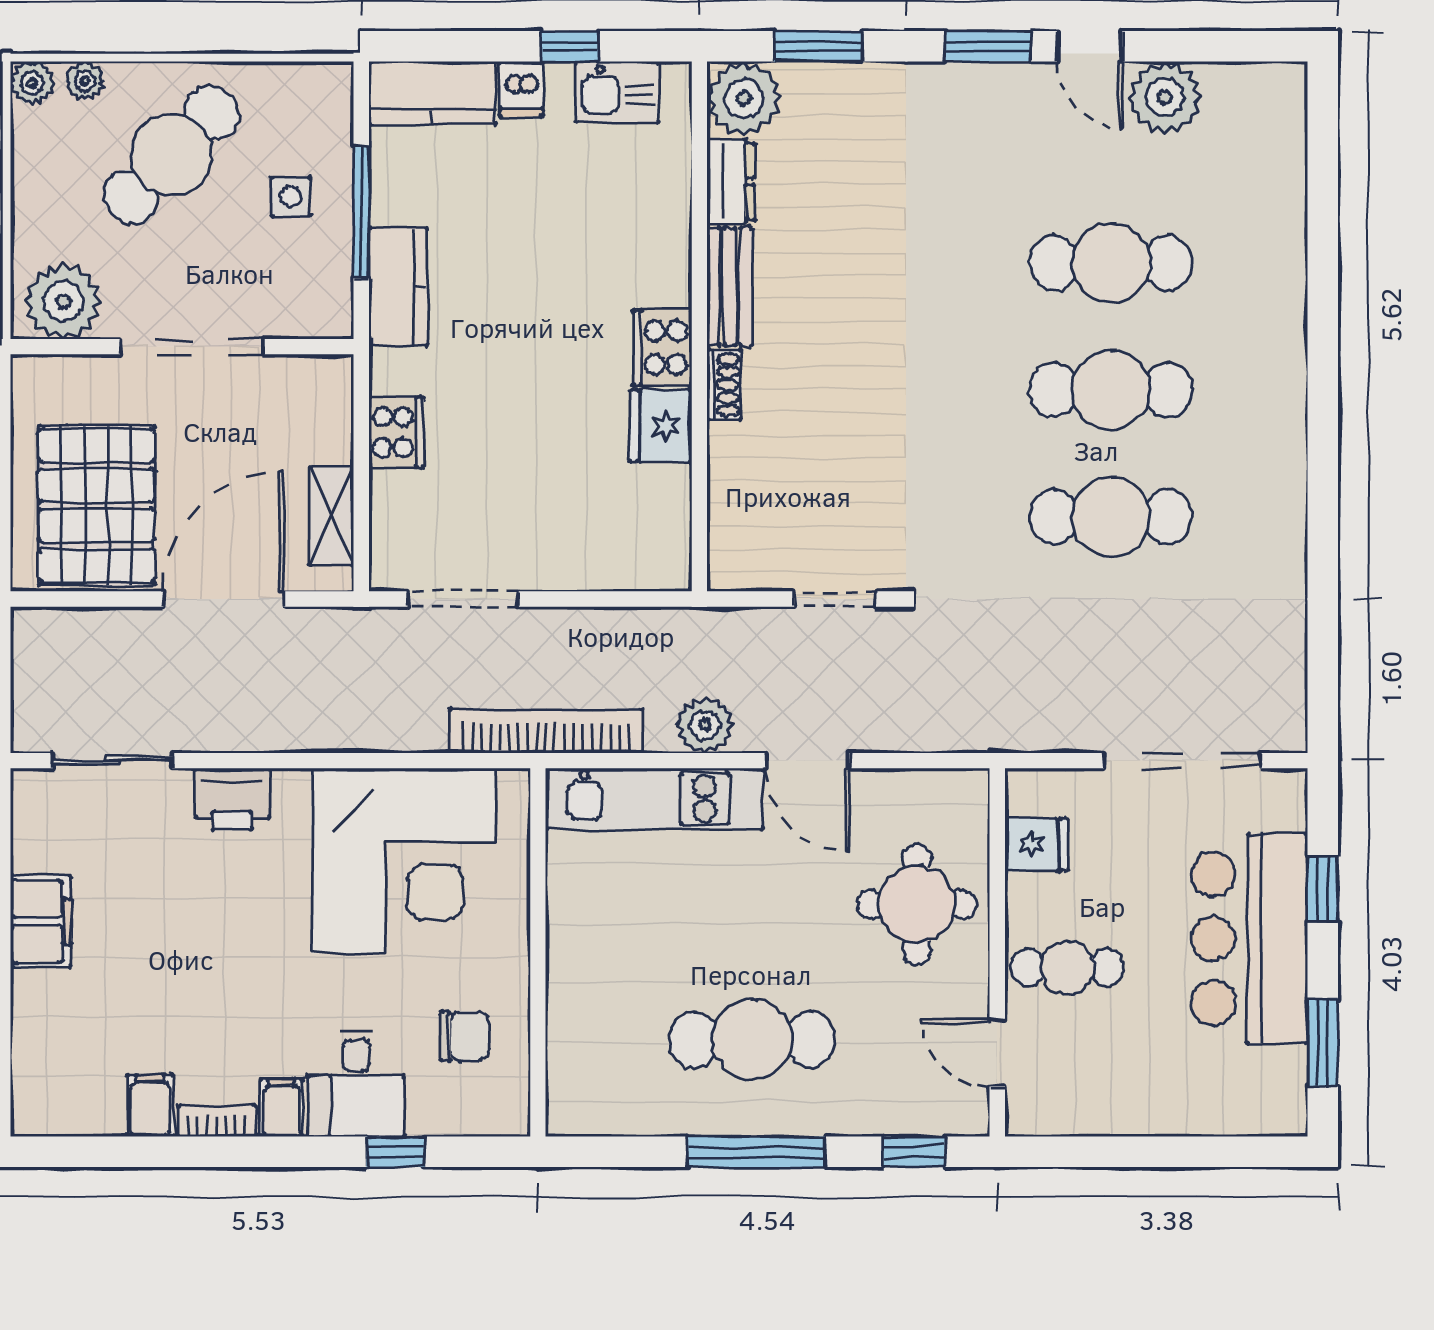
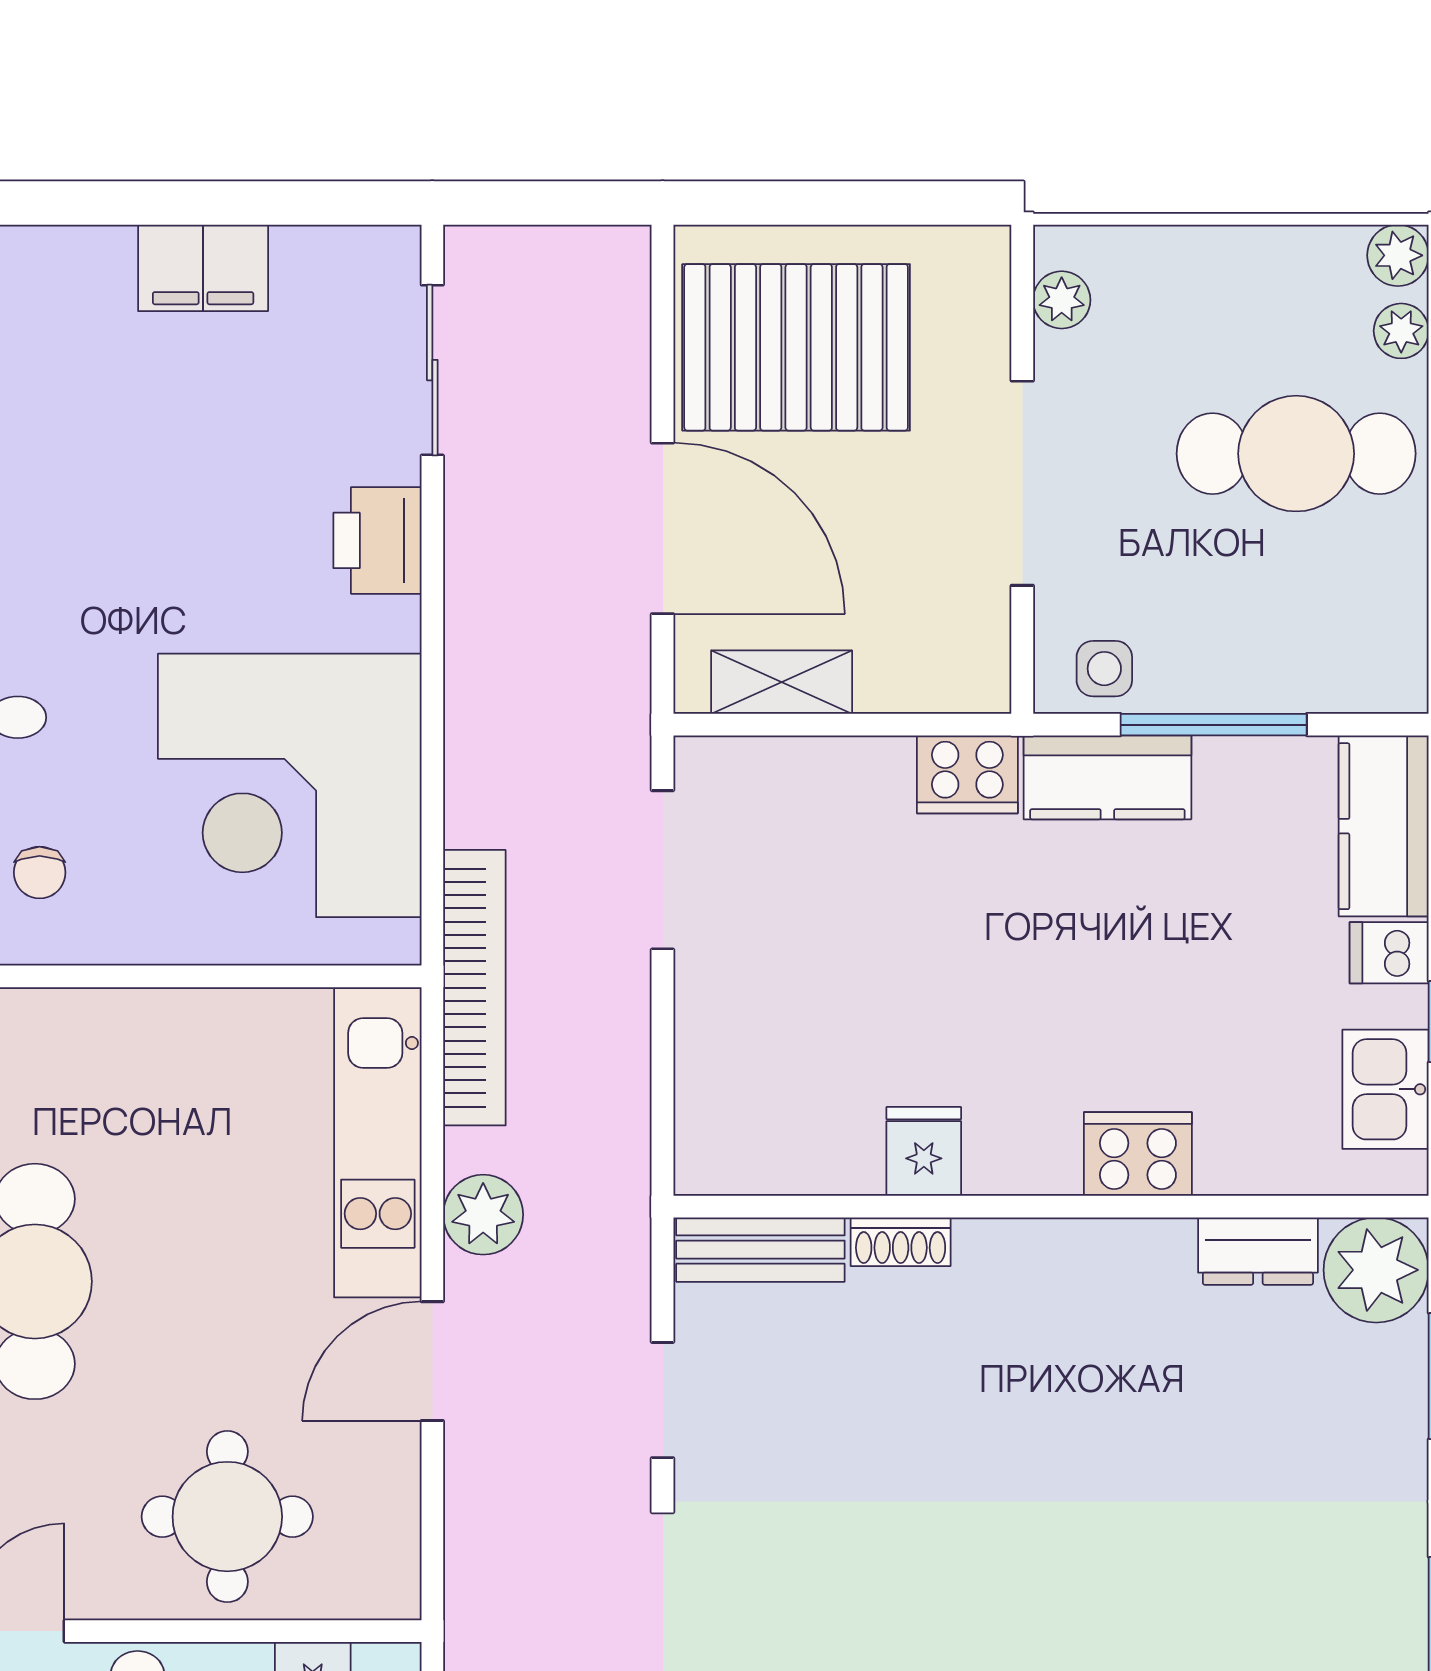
cafe table: (171, 155) -> (1296, 454), turned -44
side table: (291, 196) -> (1104, 669), moved
bench: (730, 287) -> (760, 1250), moved
plant: (63, 301) -> (1062, 300), width x0.53, depth x0.53
cooker: (662, 348) -> (1138, 1154), moved
shoe rack: (724, 385) -> (901, 1242), moved
fridge: (661, 426) -> (924, 1151), width x0.72
cooker: (396, 432) -> (967, 774), moved
chair: (465, 1036) -> (40, 873), width x0.73, depth x0.73

